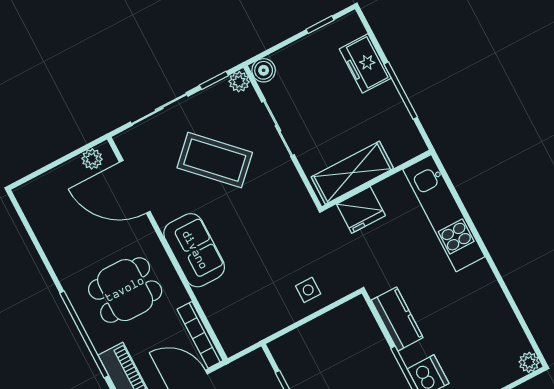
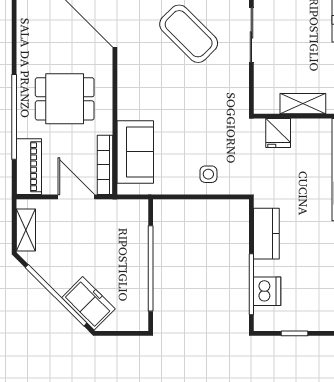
shelving: (352, 173) -> (303, 104), width x0.67, depth x0.75
fridge: (361, 210) -> (278, 133), width x0.72
sofa: (194, 250) -> (135, 152), moved

